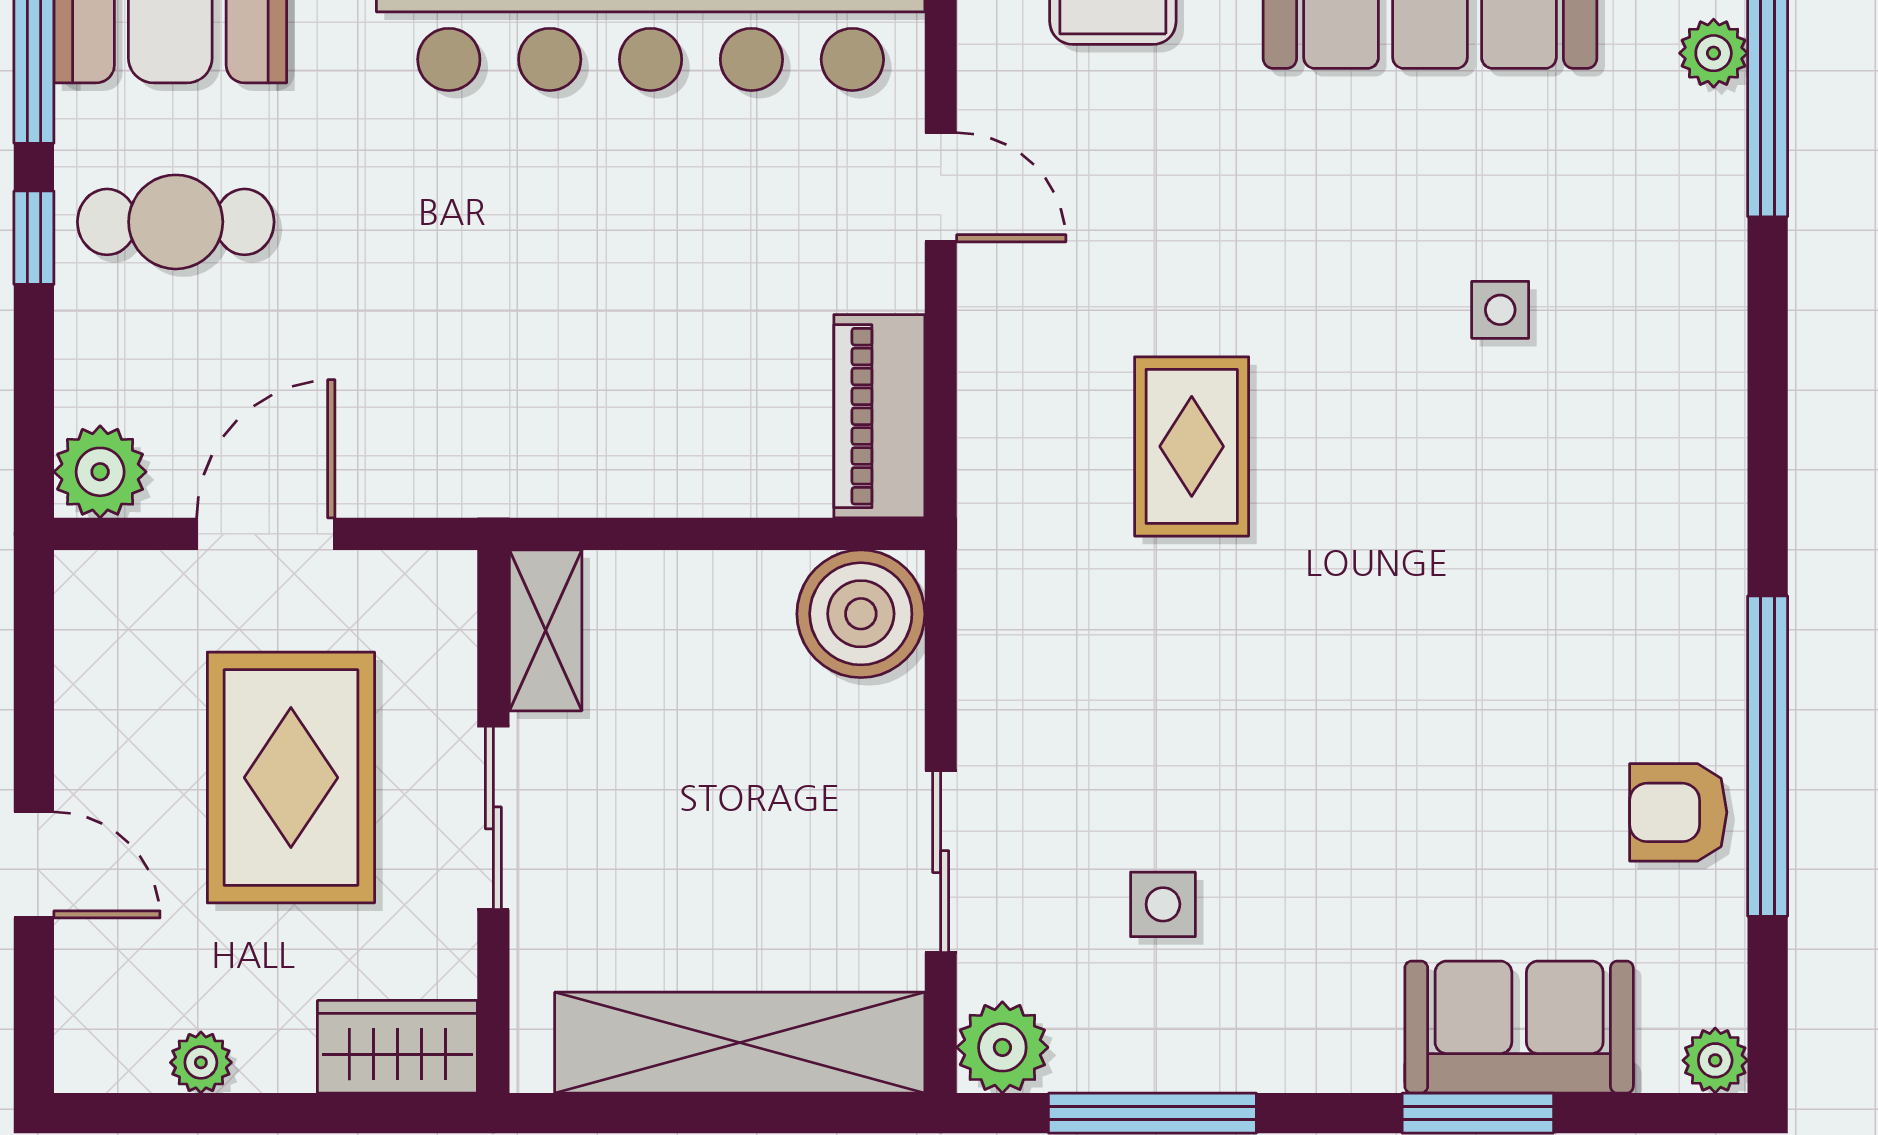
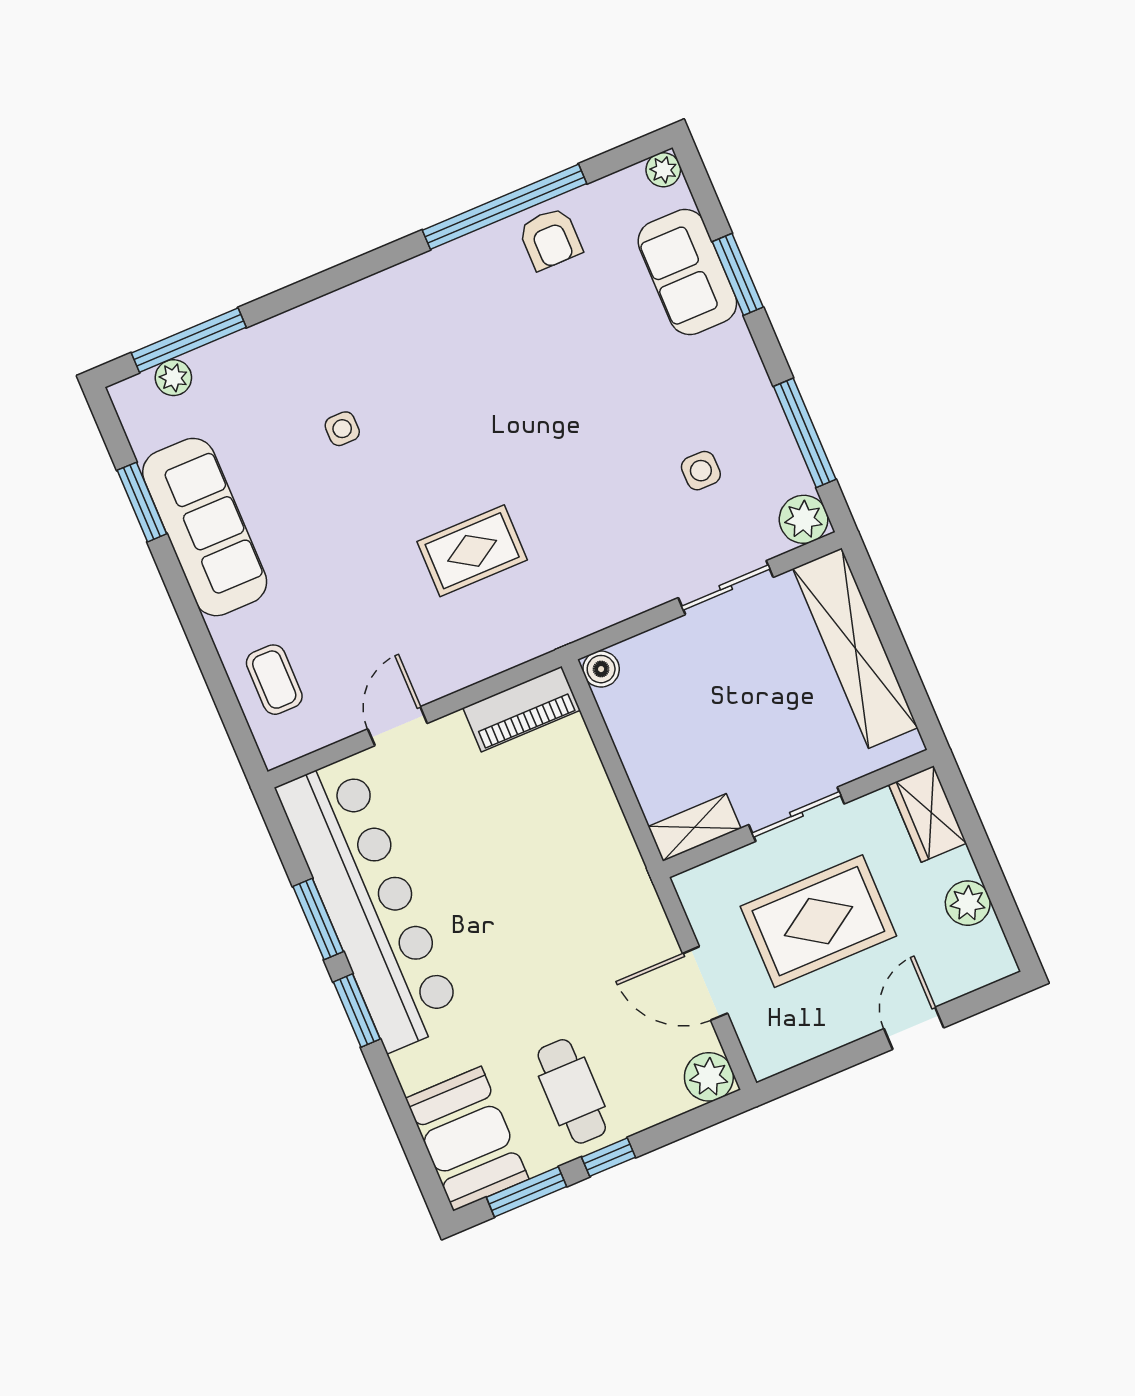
boiler: (861, 614) -> (601, 669), width x0.54, depth x0.54
plant: (201, 1062) -> (968, 903), width x1.38, depth x1.38

